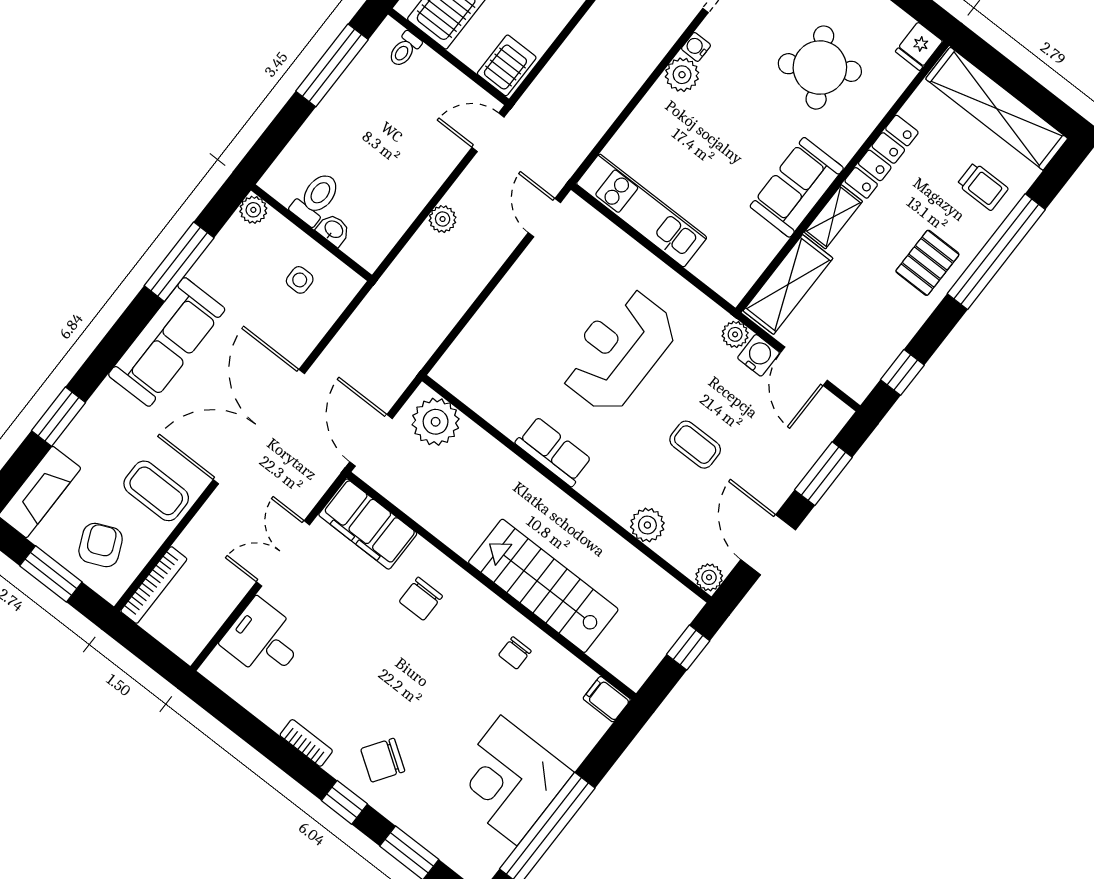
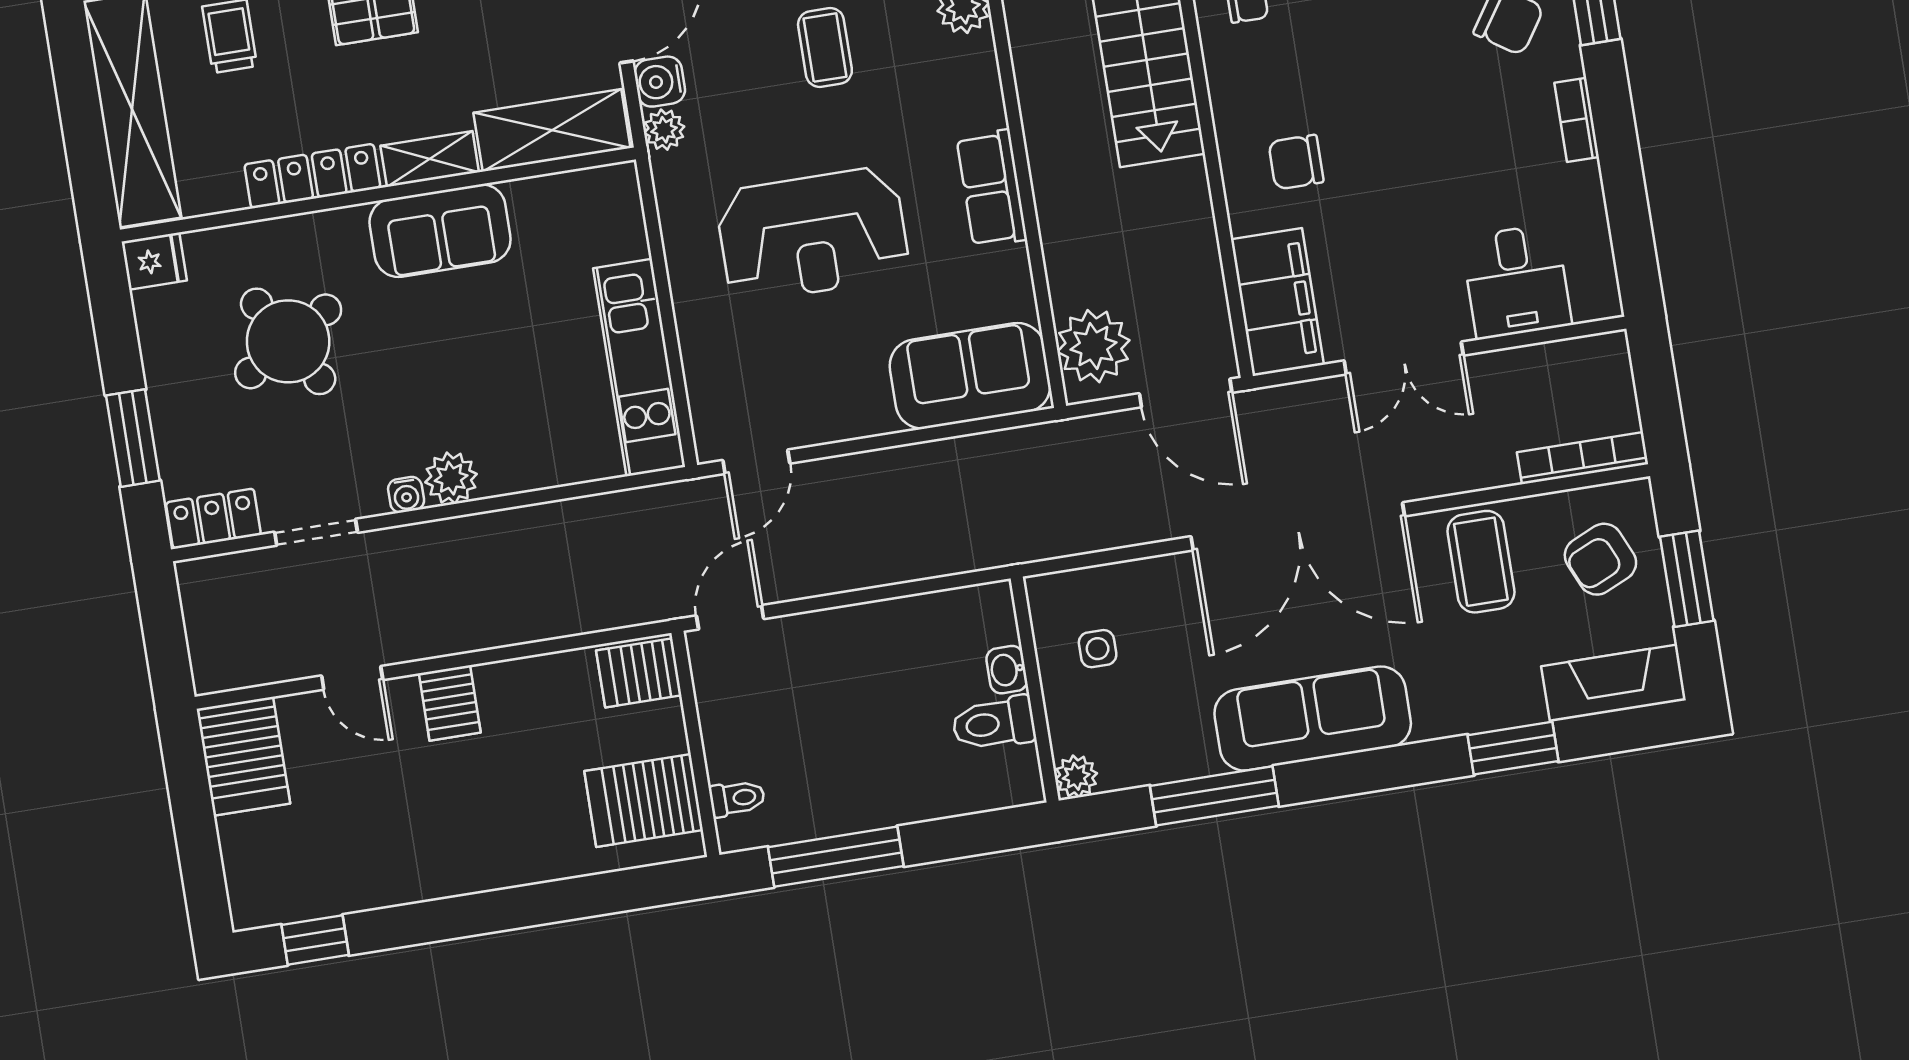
door: (488, 132) -> (730, 617), swing flipped
plant: (443, 219) -> (873, 567), removed
sofa: (481, 353) -> (970, 376), added
door: (371, 440) -> (1186, 393), hinge flipped
chair: (421, 599) -> (1296, 162), turned 180

